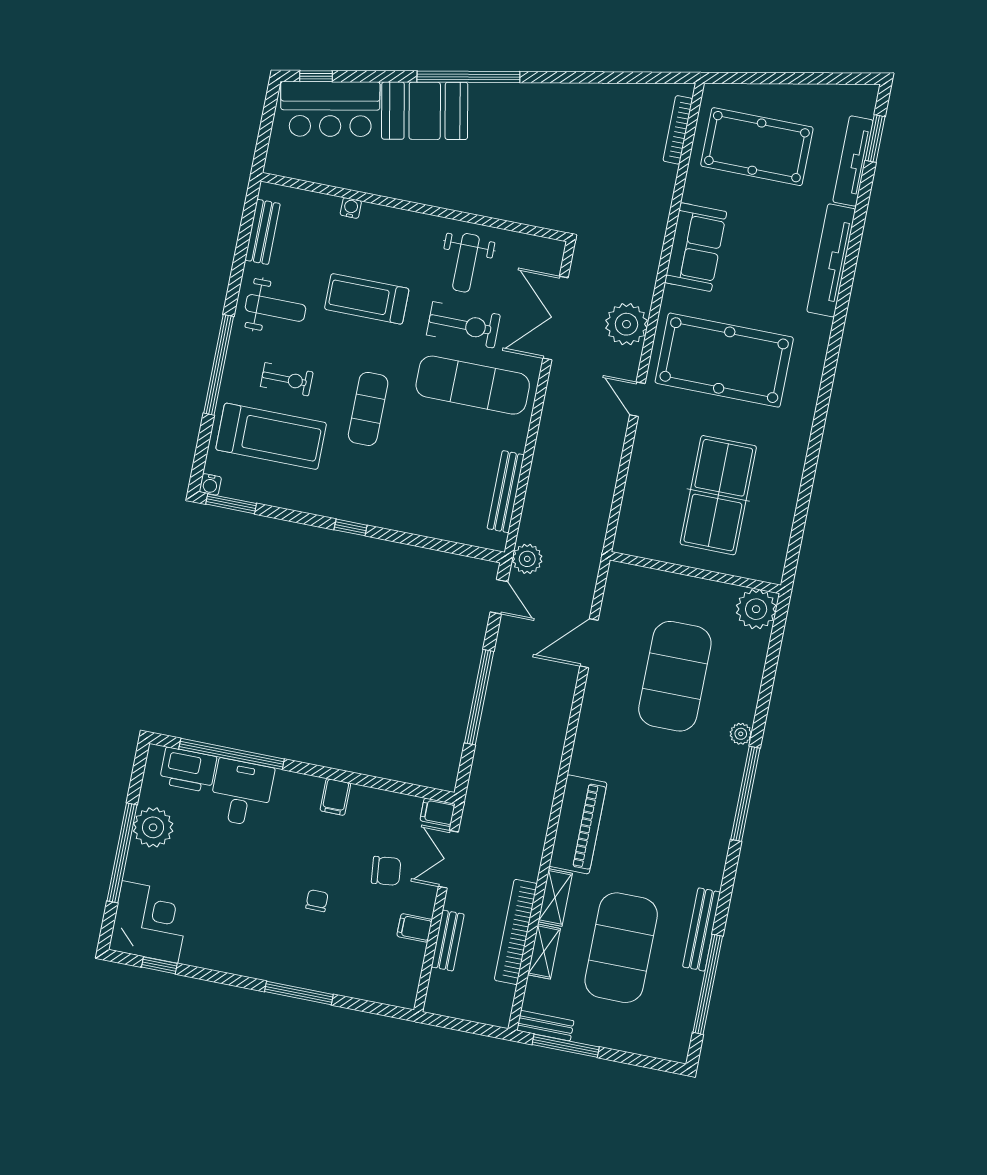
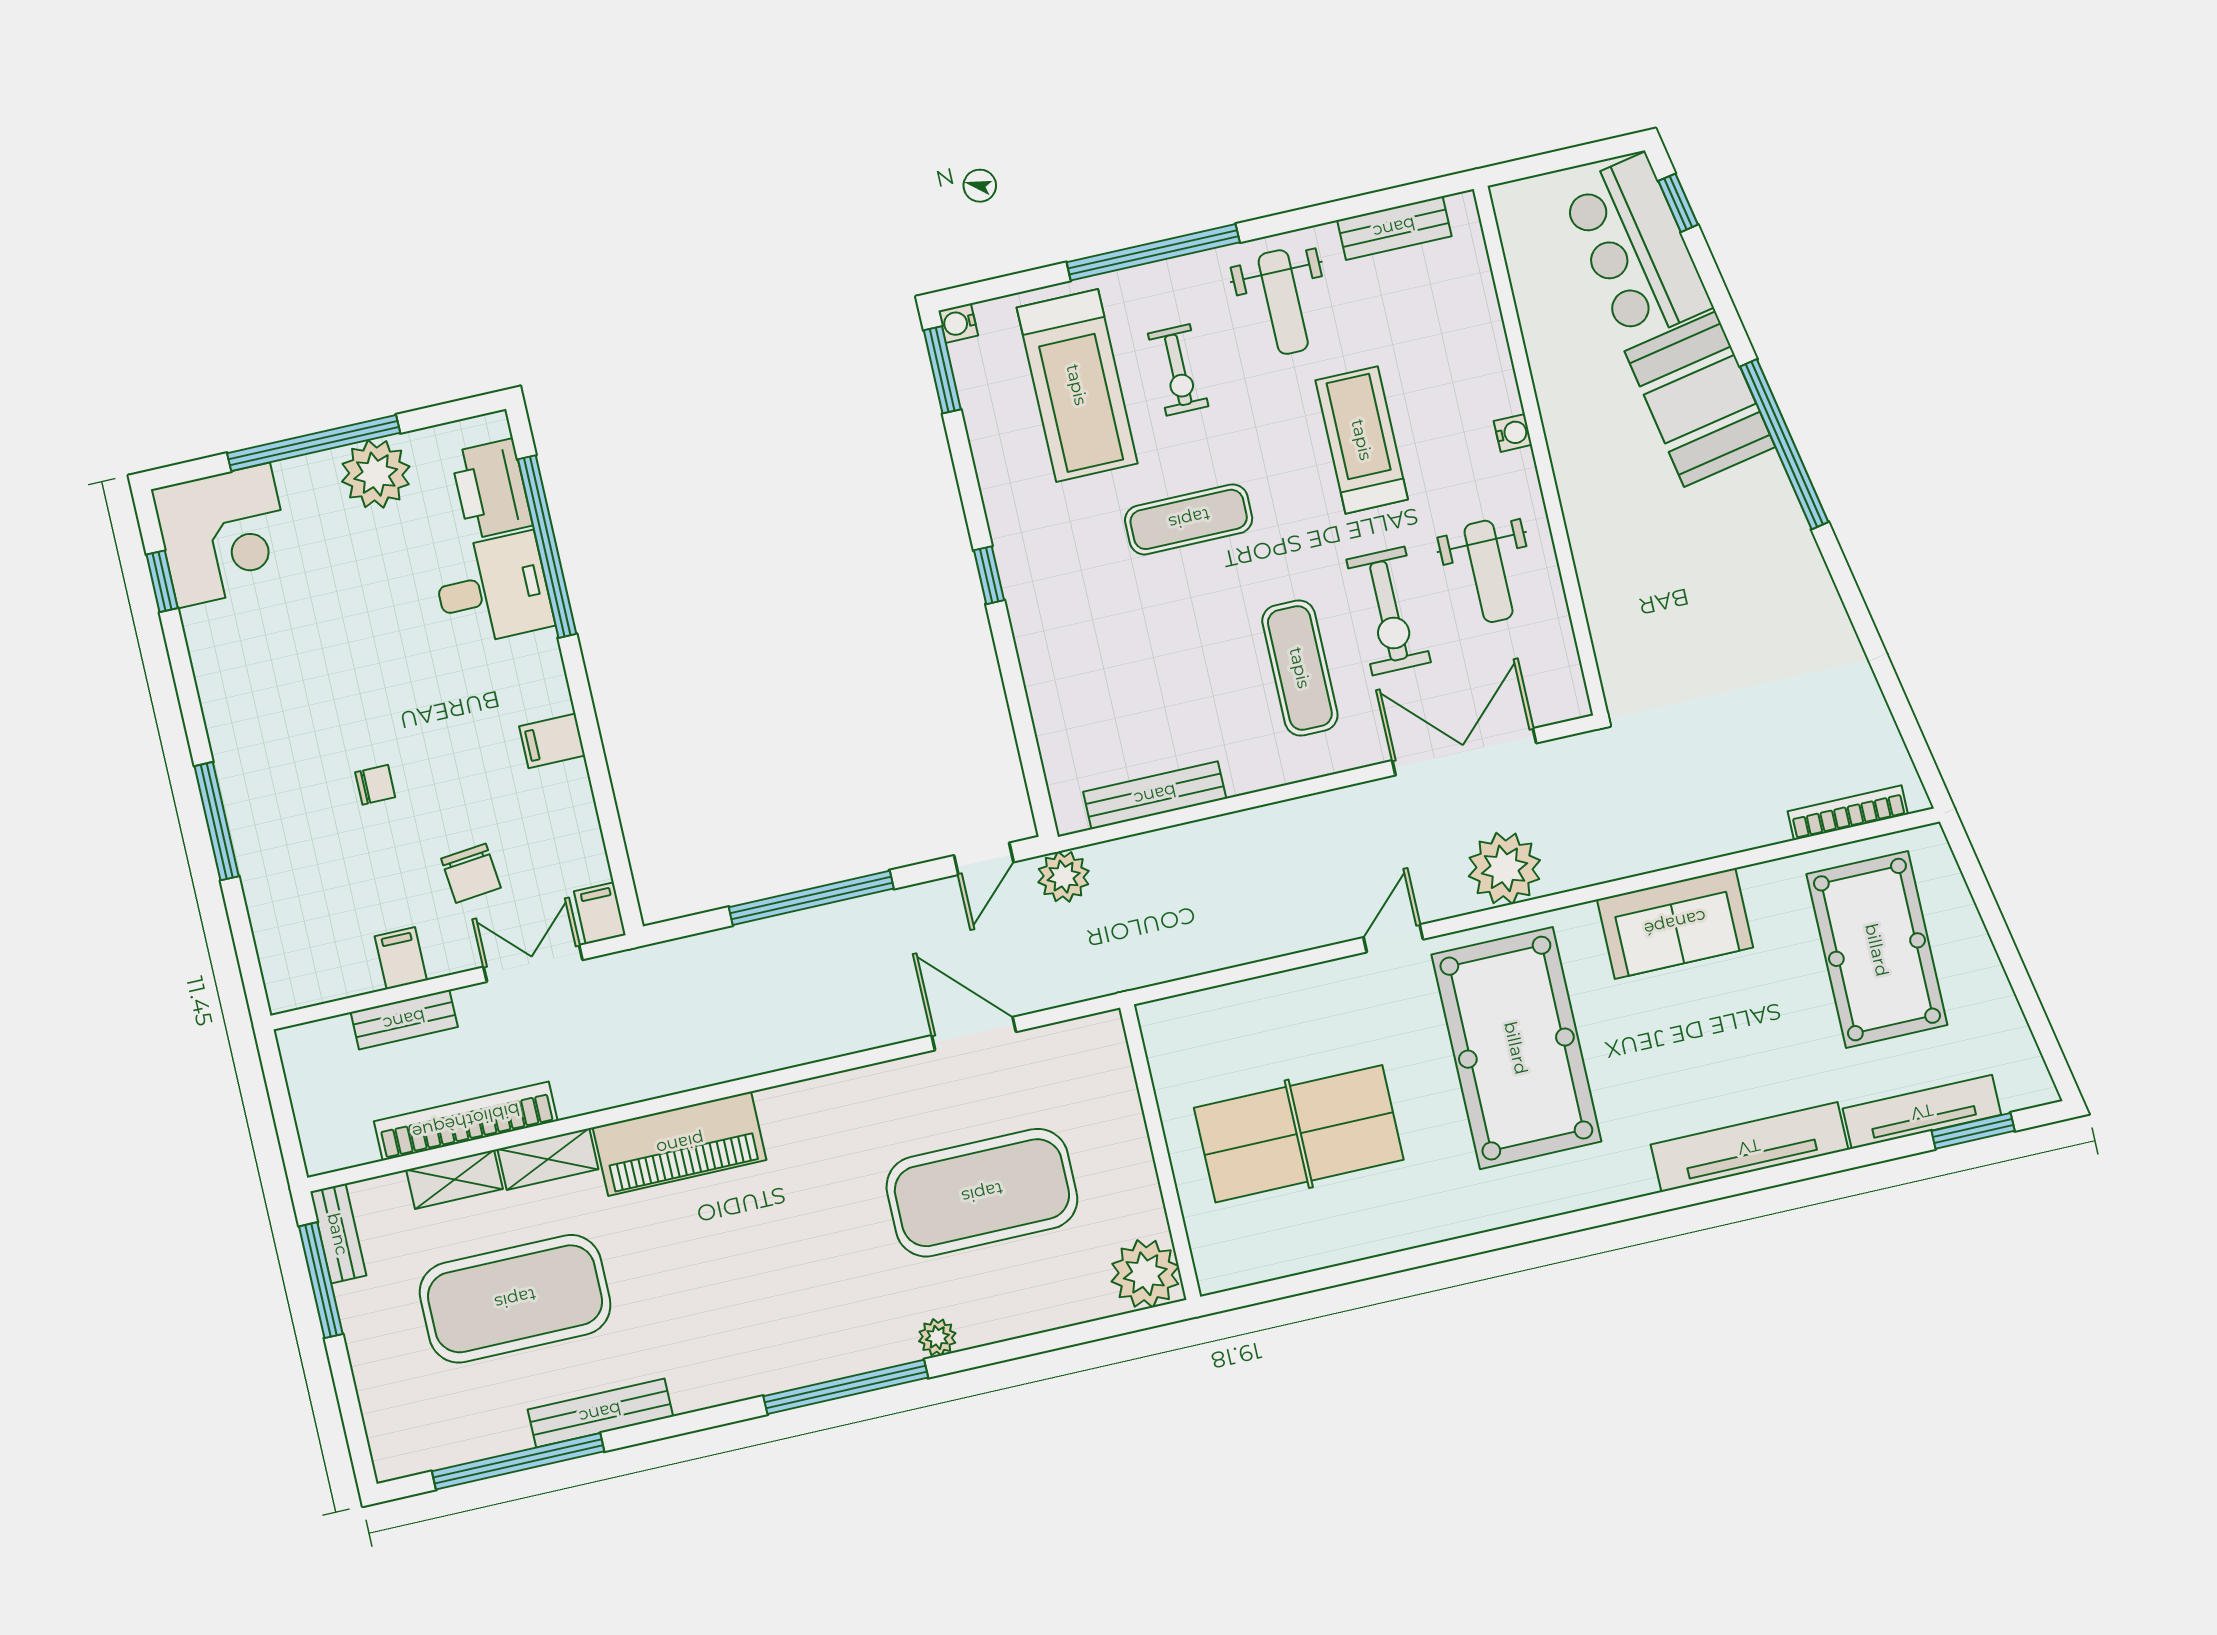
water cooler: (351, 208) -> (1513, 433), moved
weight bench: (466, 263) -> (1489, 571), turned -90
exercise mat: (473, 385) -> (1300, 668), width x0.73, depth x0.69

